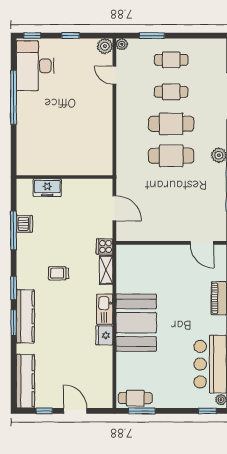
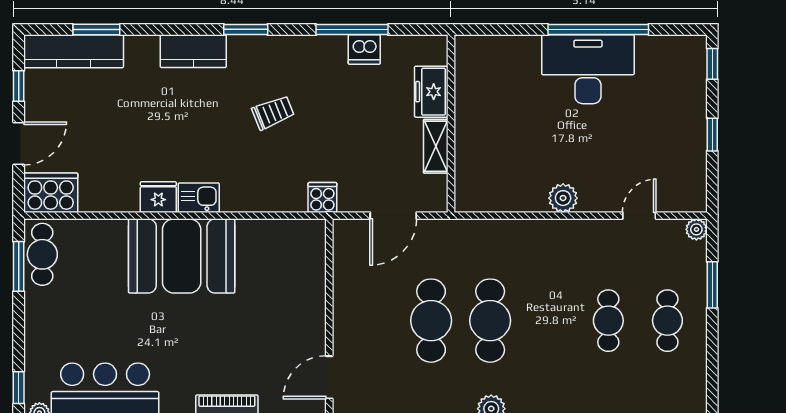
plant: (105, 46) -> (563, 198), moved
desk: (35, 66) -> (588, 69), moved
cafe table: (171, 124) -> (431, 321), moved
shelving: (106, 270) -> (436, 146), moved, turned 90
trolley: (59, 273) -> (273, 113), turned 68
kitchen sink: (105, 309) -> (199, 198), width x0.73
kitchen counter: (25, 316) -> (193, 51), width x0.67
window: (14, 323) -> (96, 29), moved
cooker: (102, 394) -> (51, 193), added

